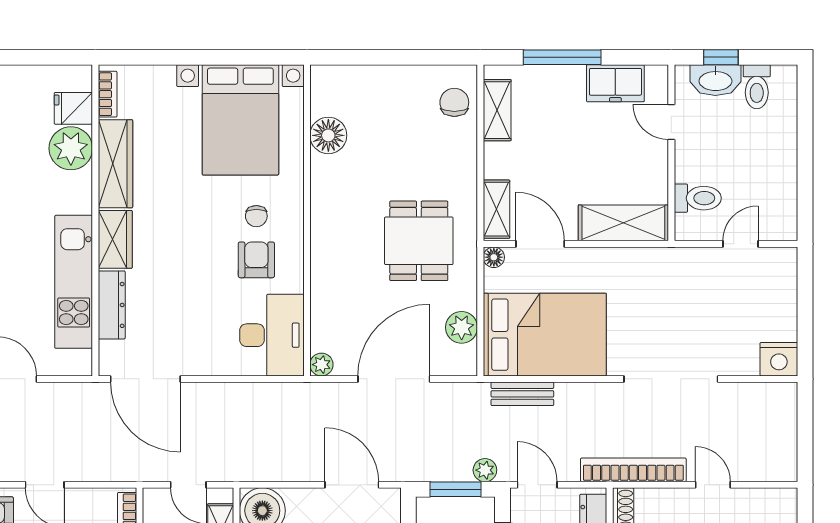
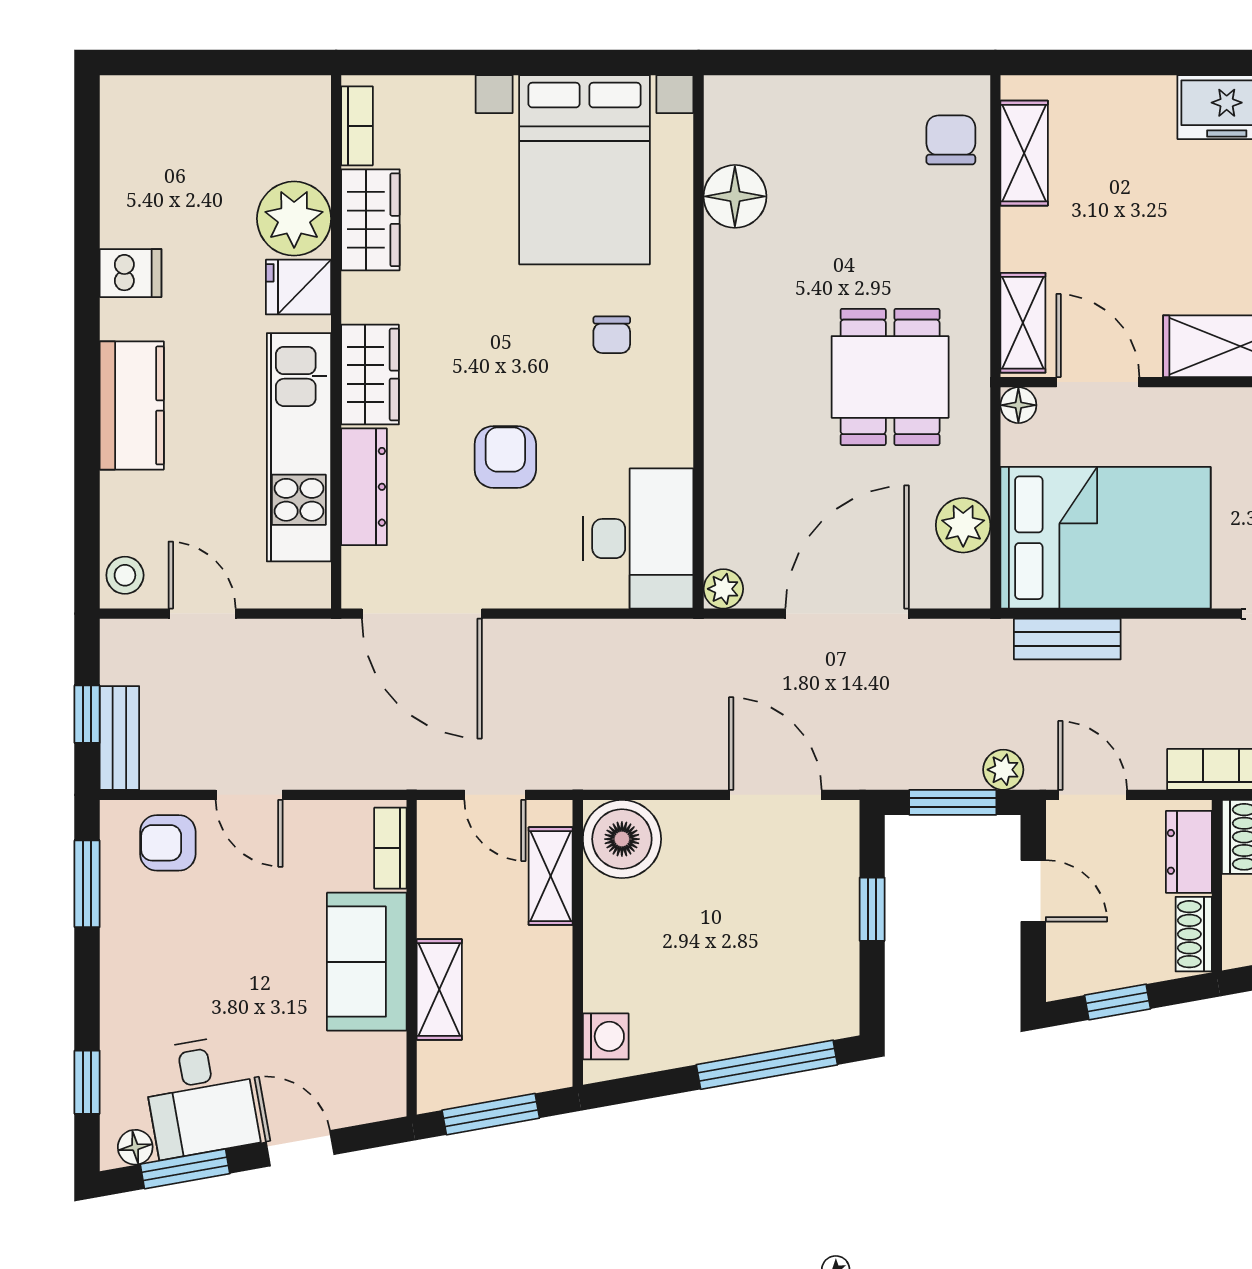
window: (562, 57) -> (1136, 63), removed
fridge: (73, 108) -> (298, 287), moved
wardrobe: (115, 164) -> (370, 220), width x0.67
armchair: (256, 260) -> (505, 457), moved

